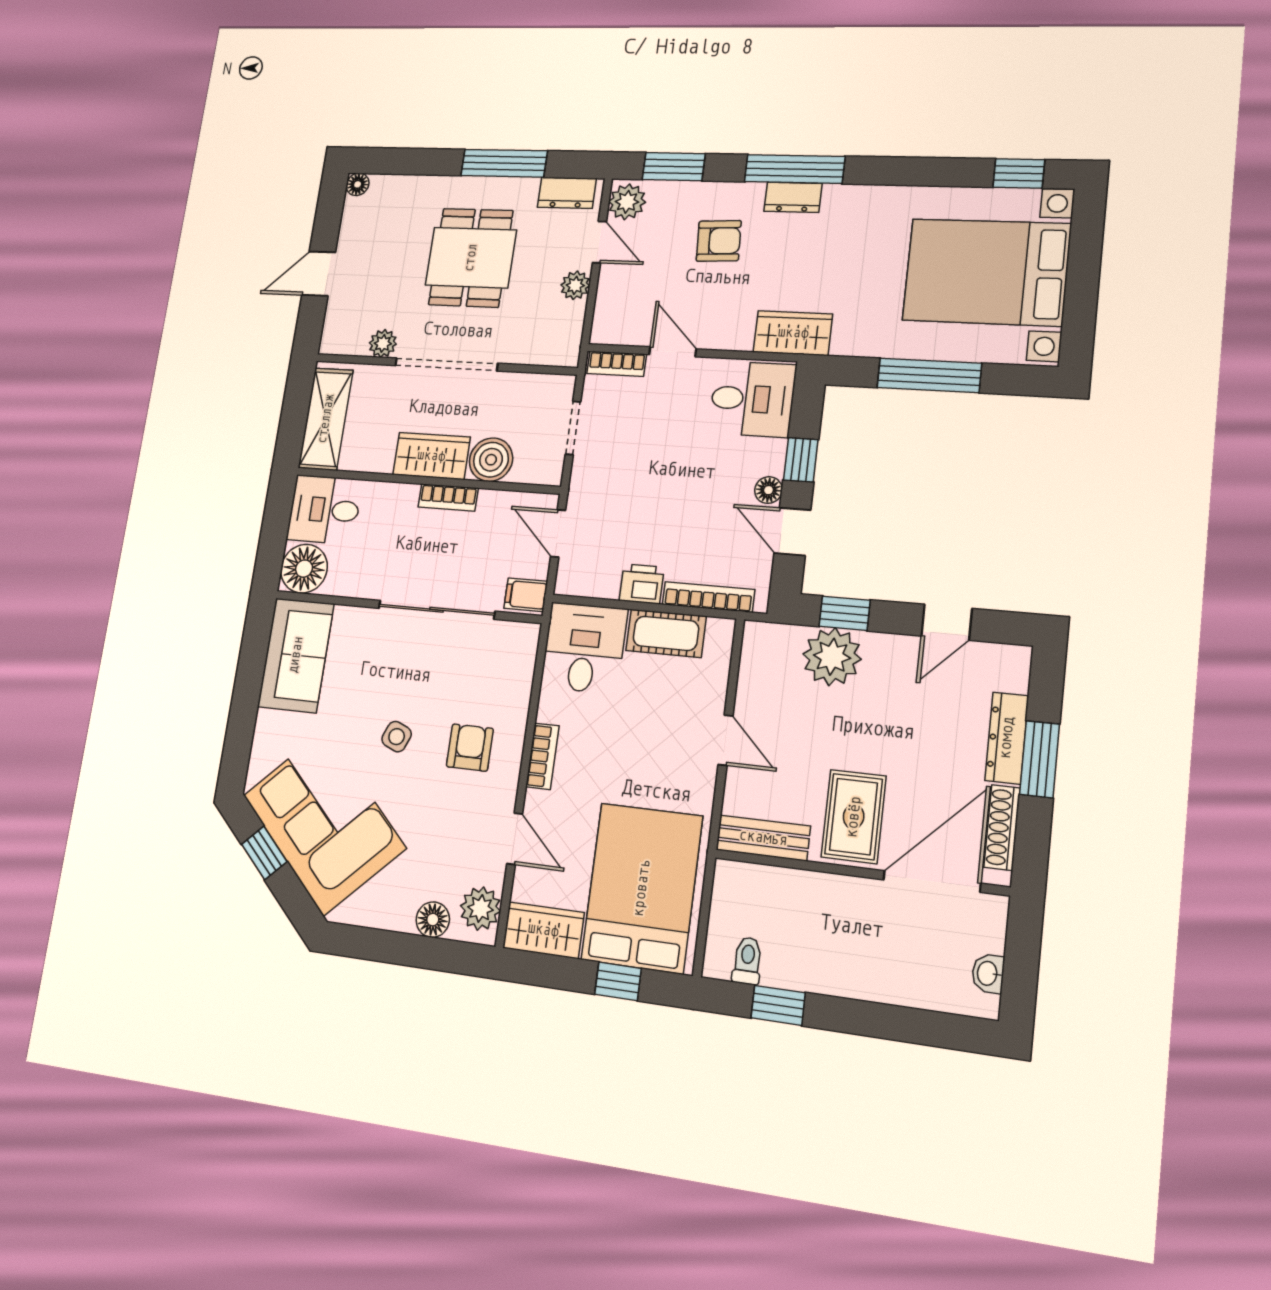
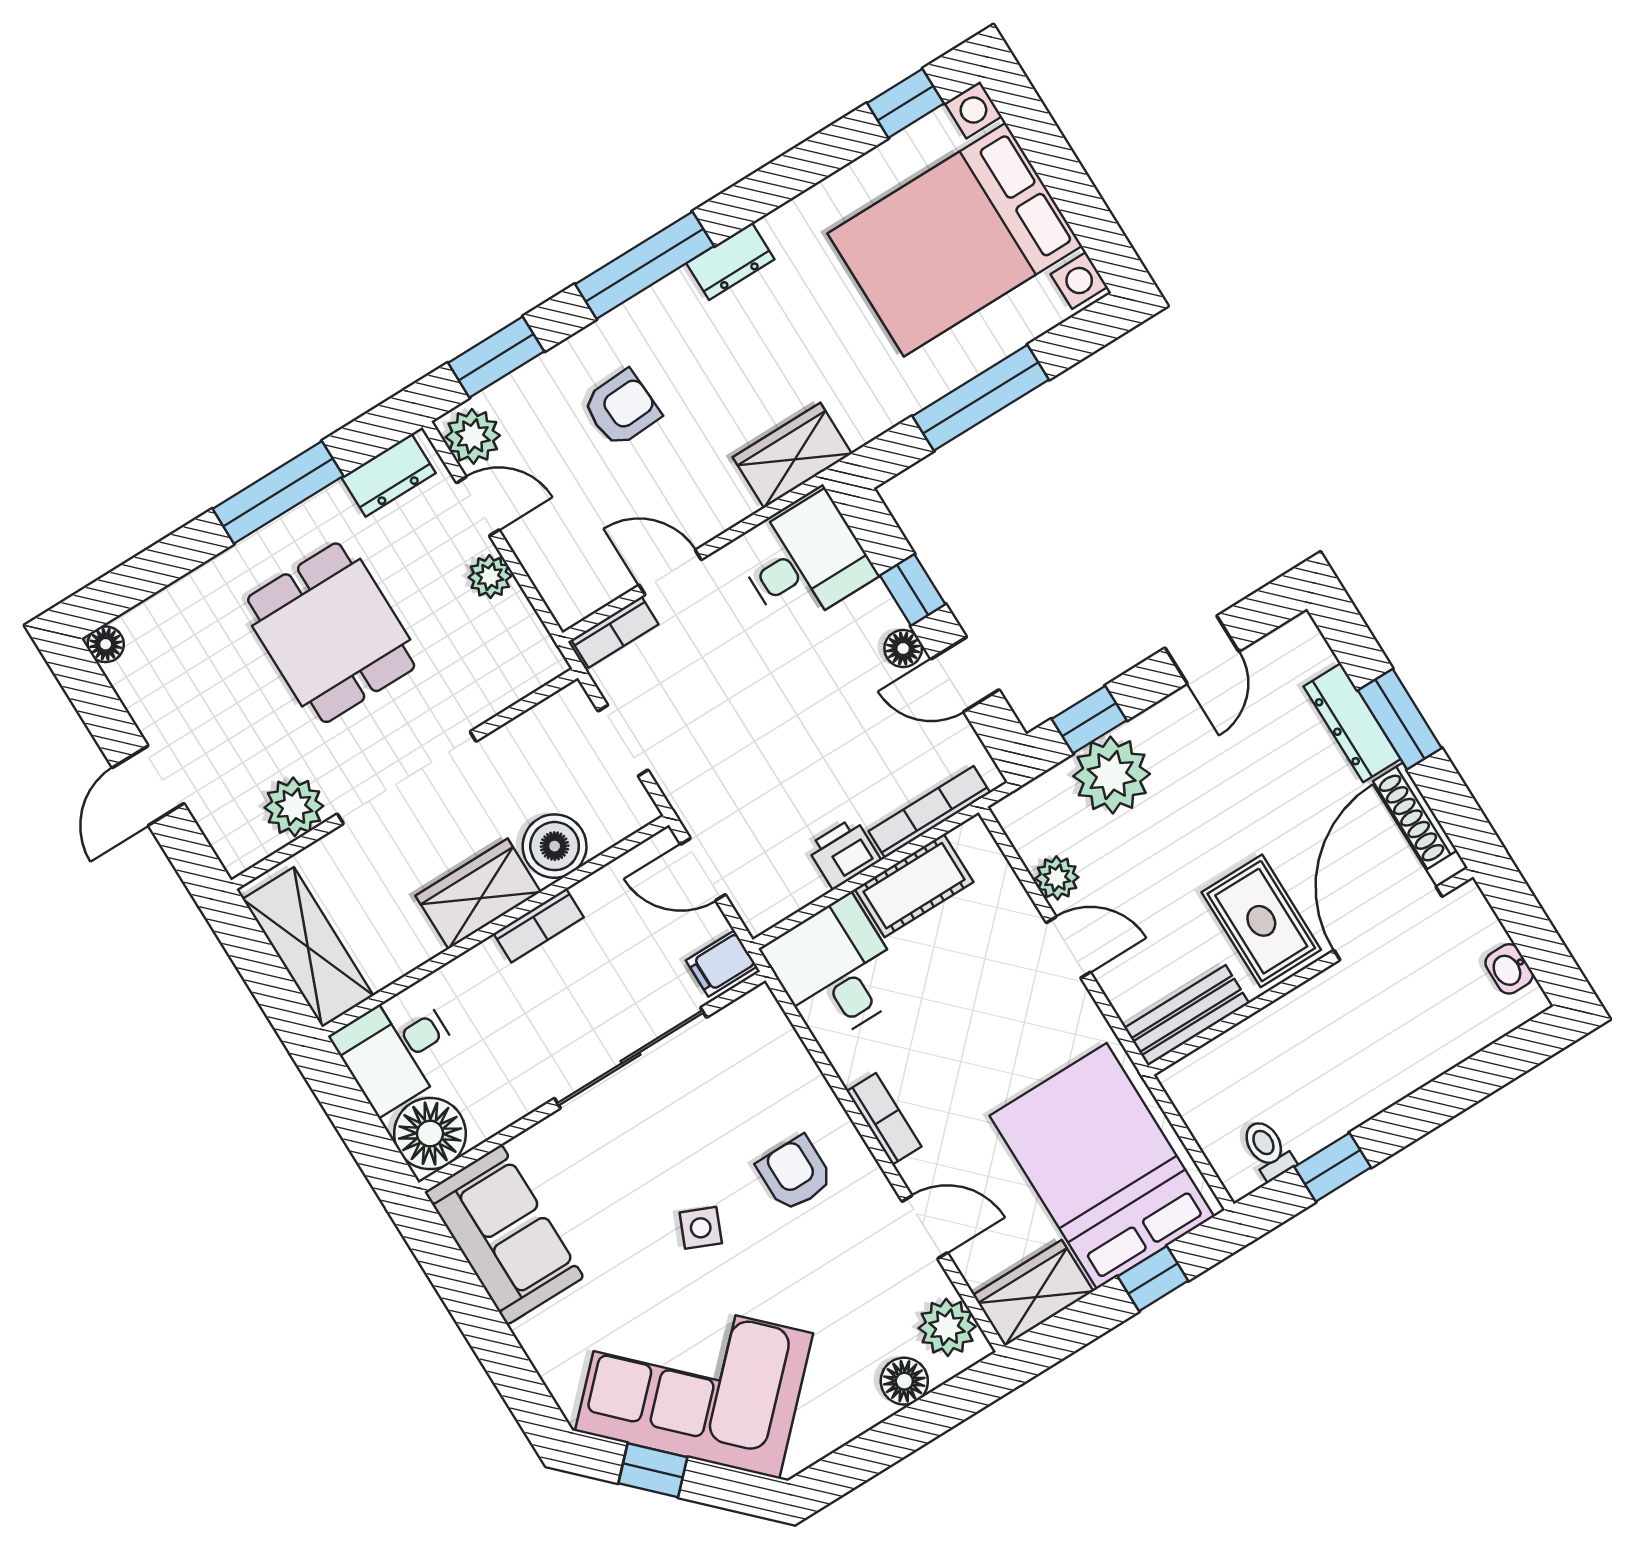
dresser: (793, 197) -> (730, 261), moved
plant: (383, 343) -> (294, 807), width x1.38, depth x1.38
plant: (751, 693) -> (1057, 878), added

